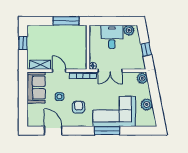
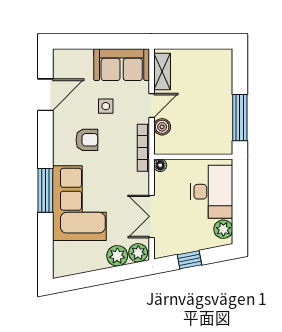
desk: (112, 37) -> (212, 192), width x1.37
window: (23, 43) -> (200, 41), removed
boiler: (71, 65) -> (162, 127), added
double door: (110, 71) -> (152, 216), moved
plant: (147, 104) -> (117, 256), moved

